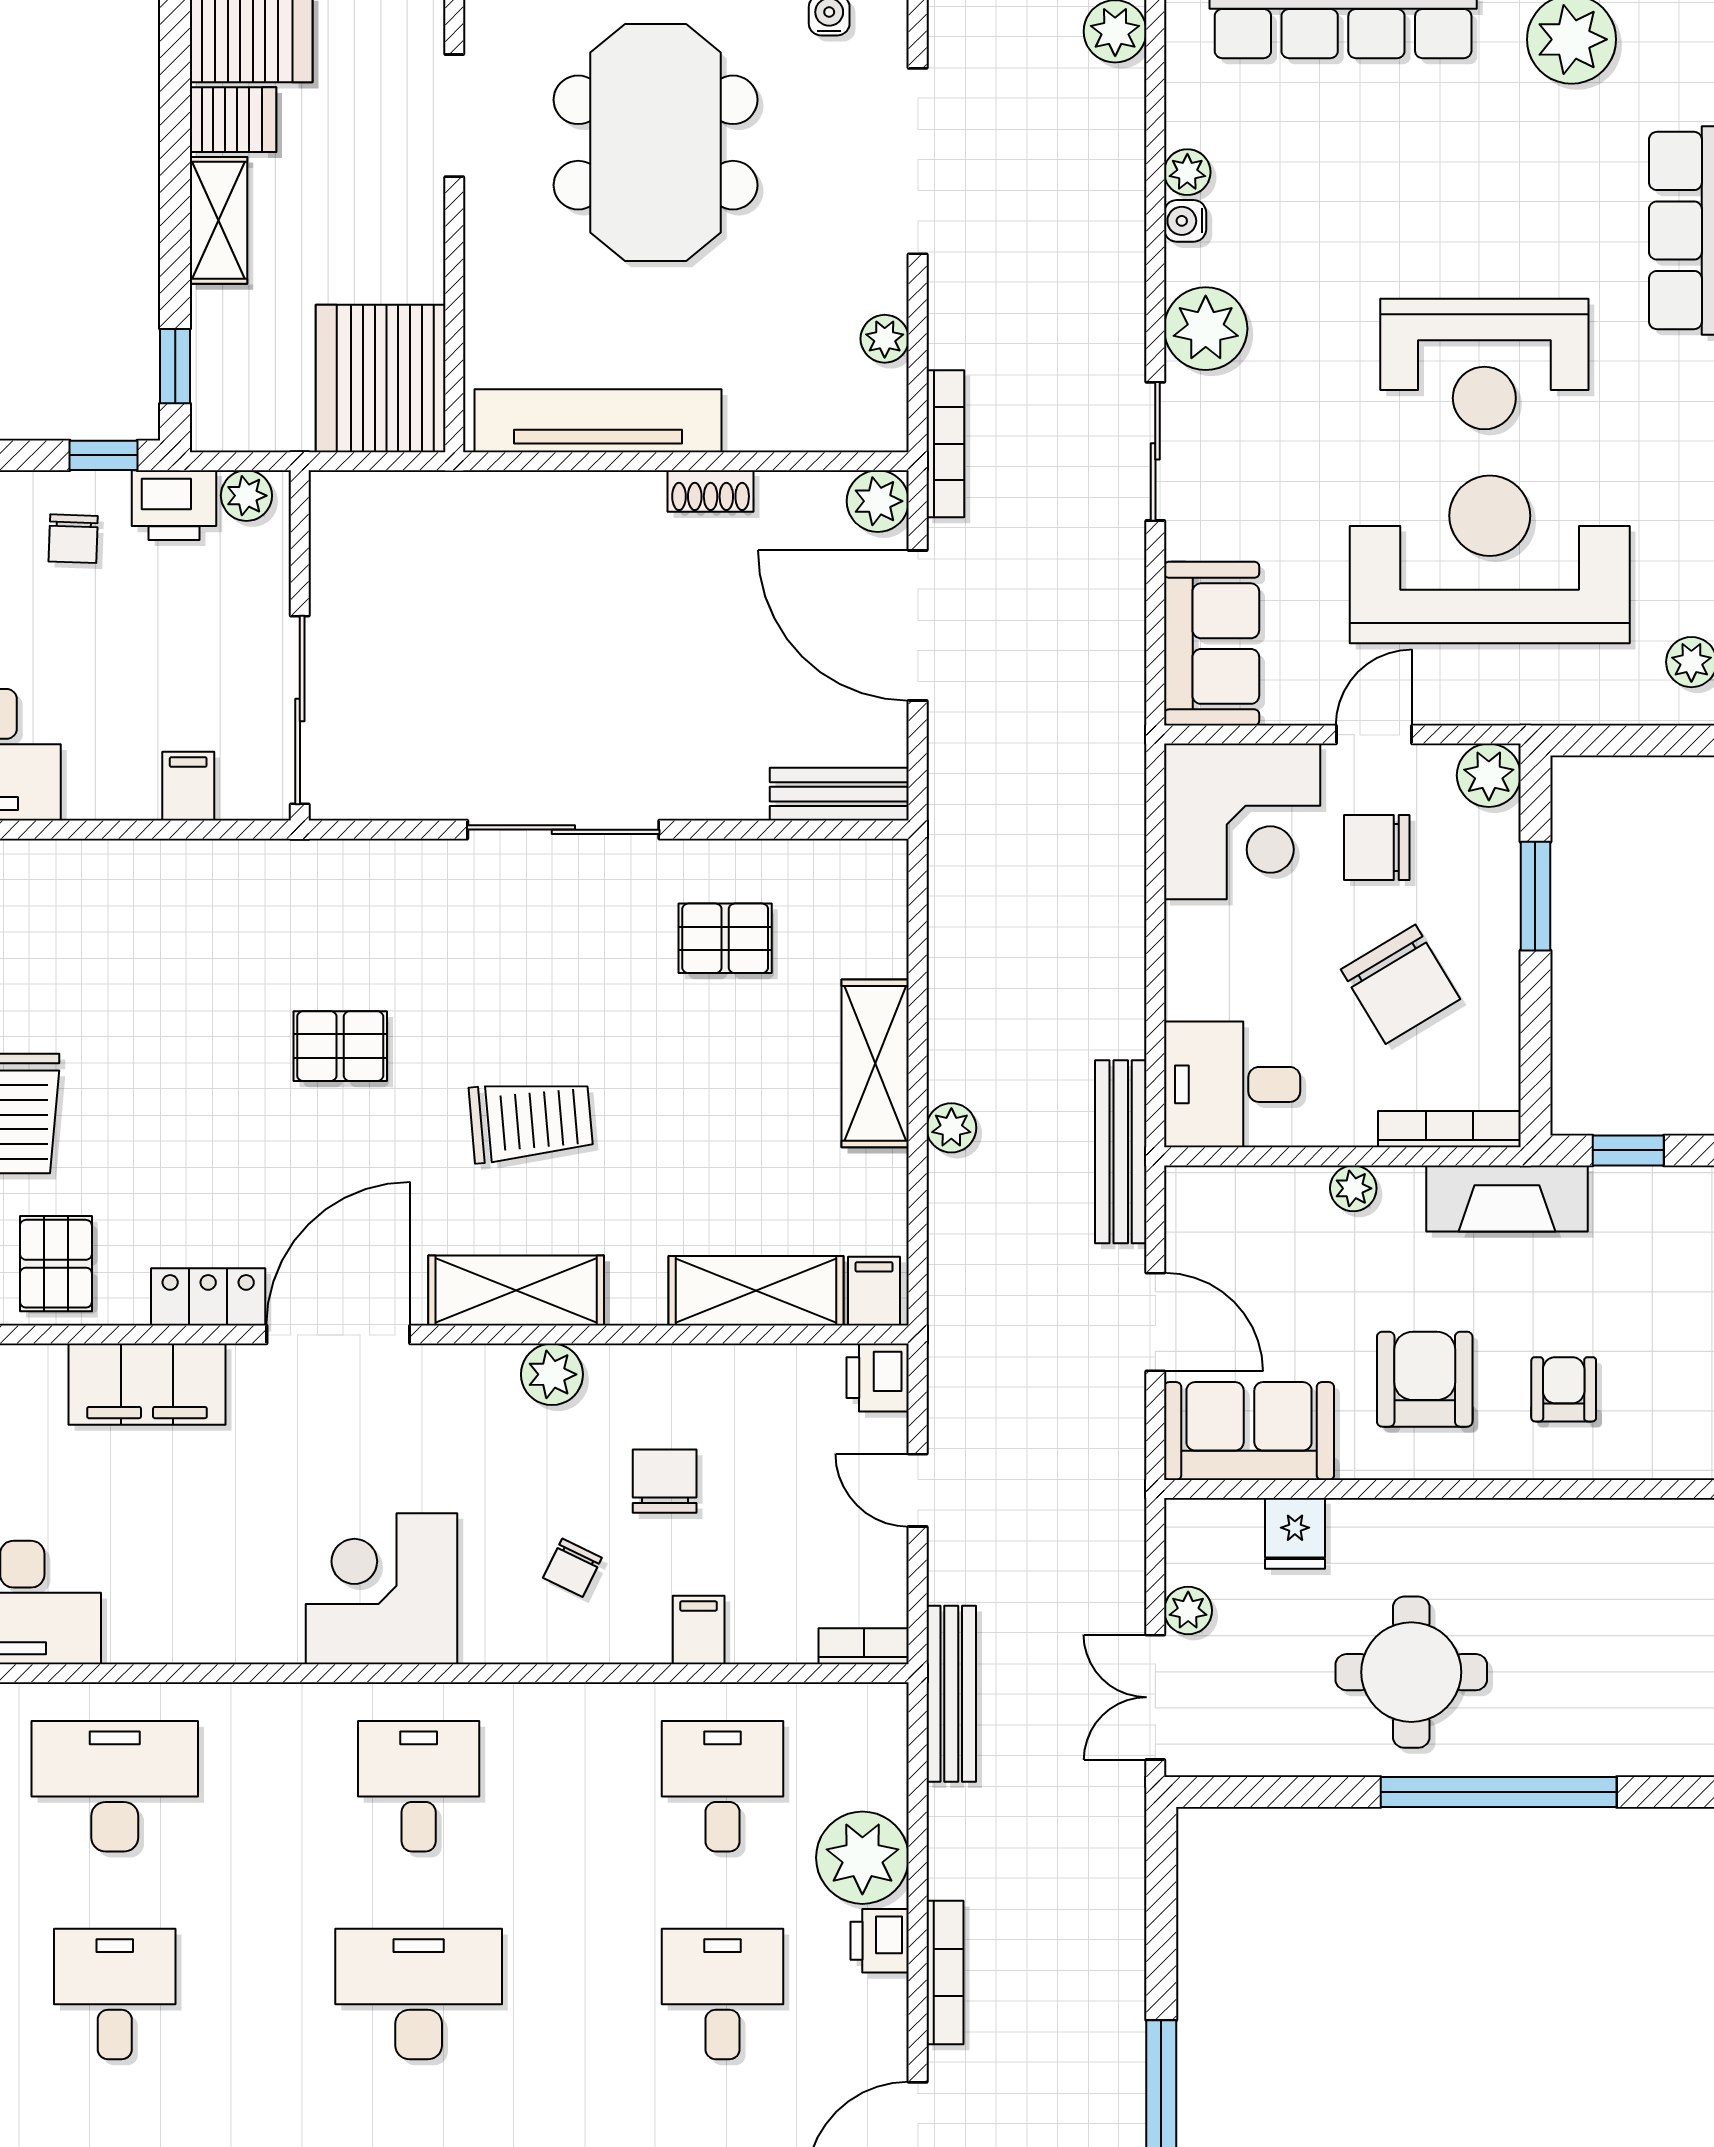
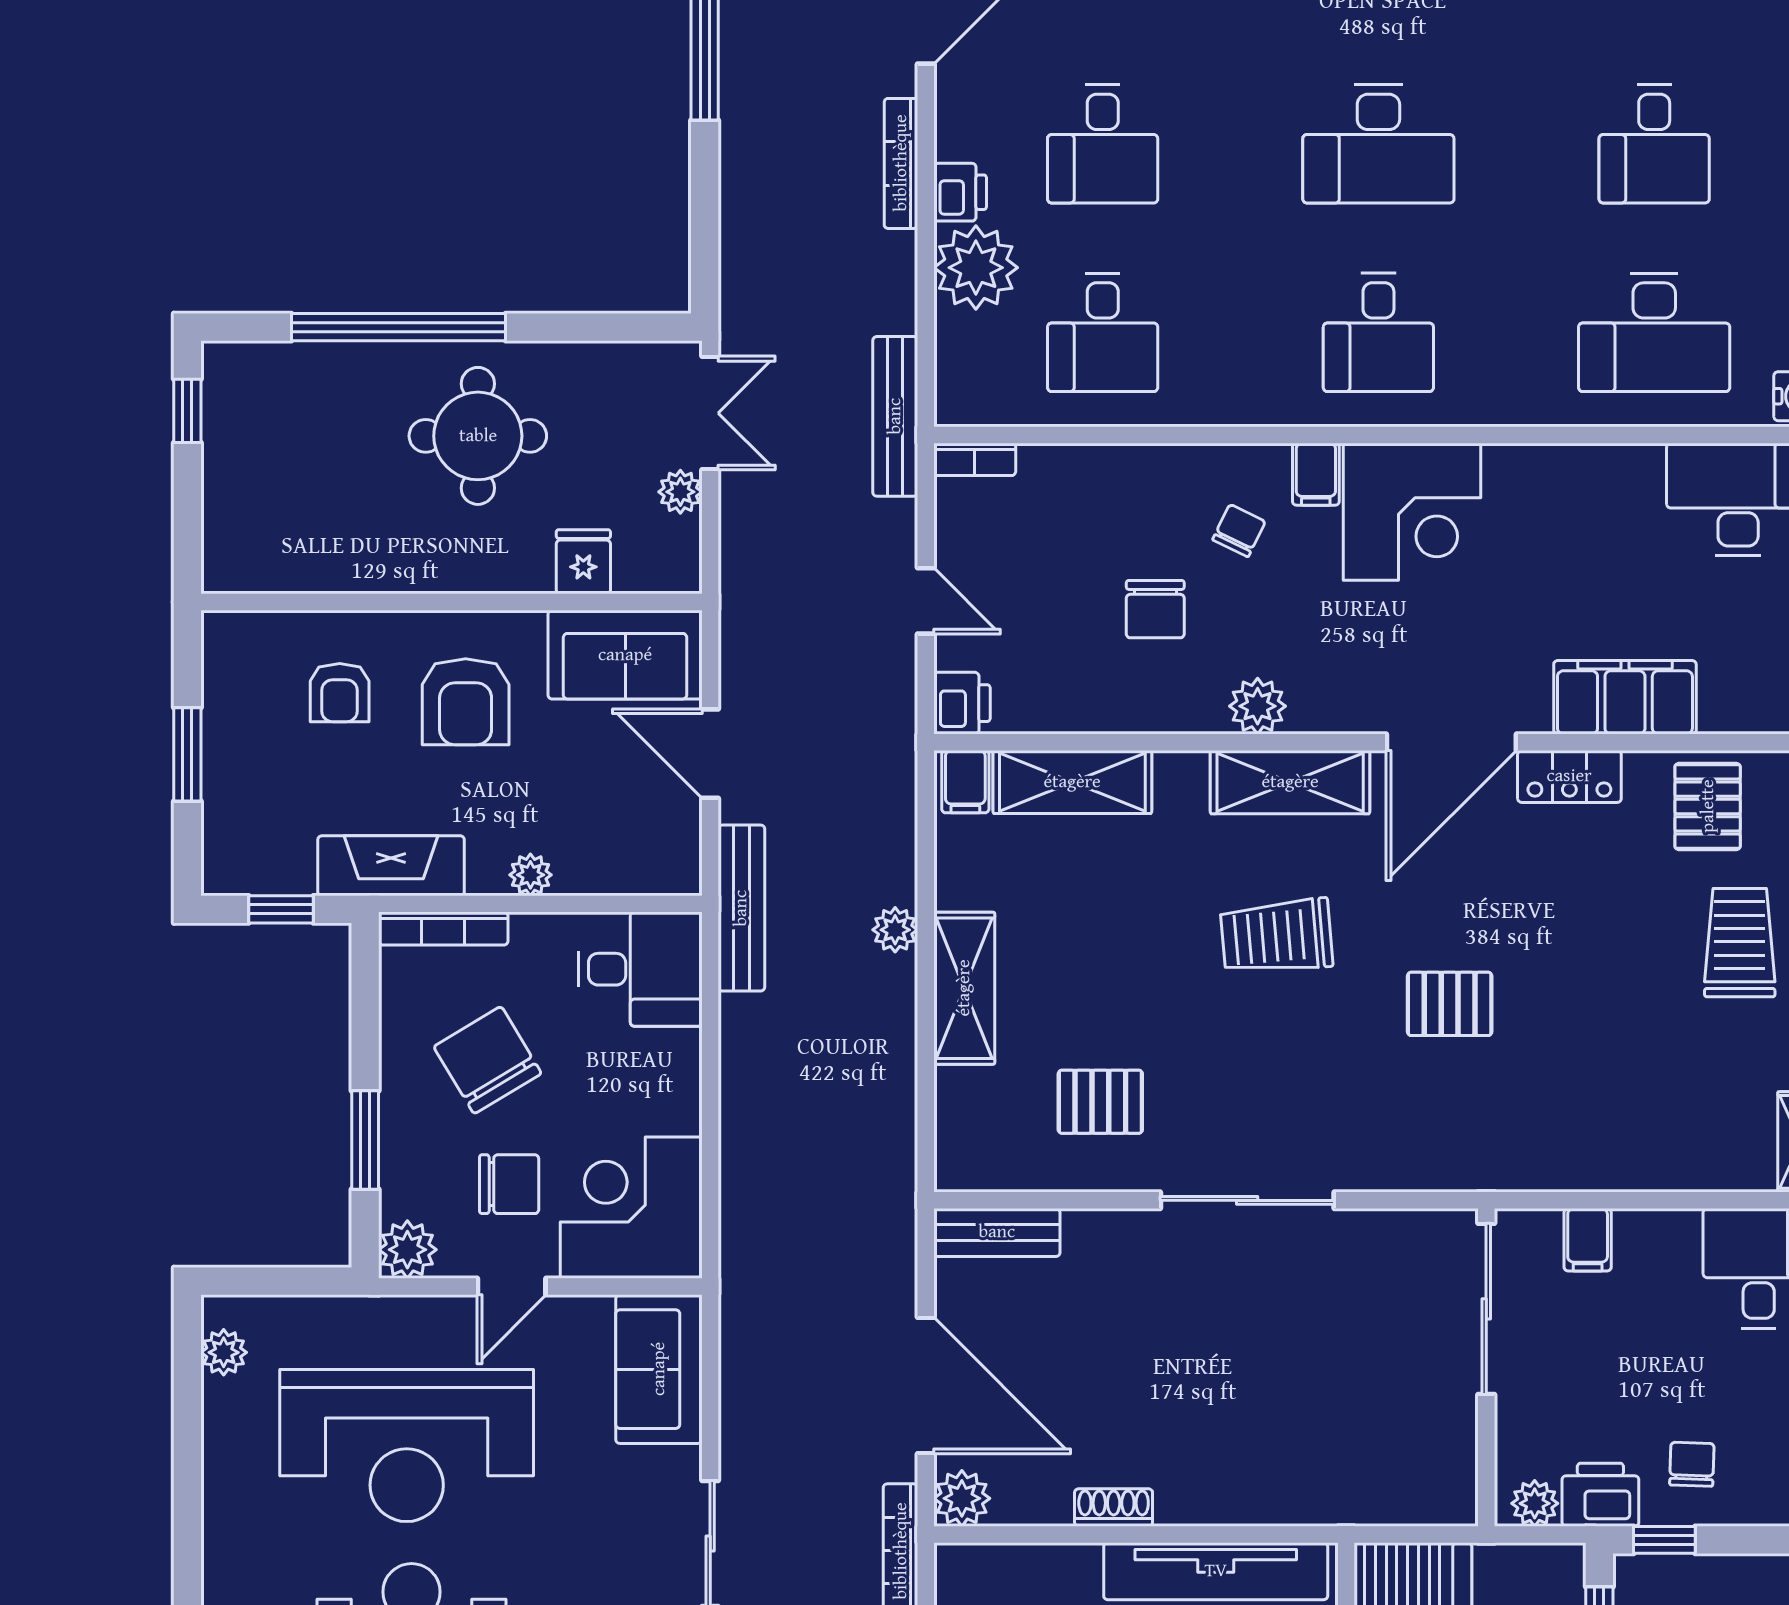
filing cabinet: (699, 1630) -> (1316, 474), moved

